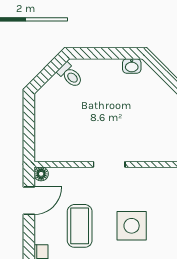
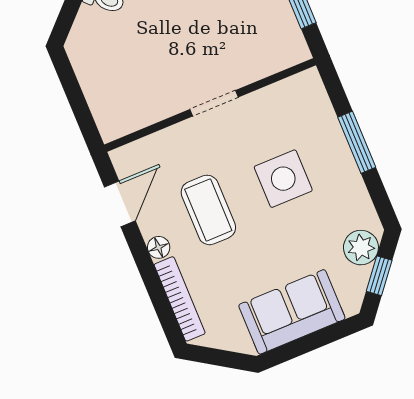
floor lamp: (41, 174) -> (159, 247), moved

